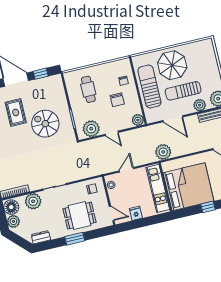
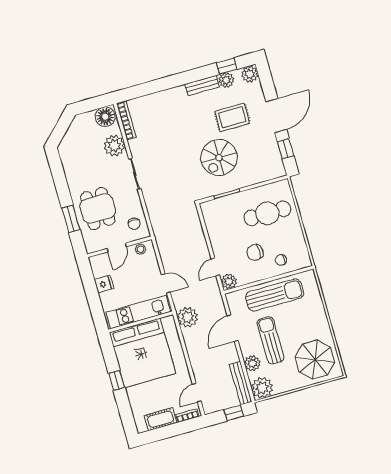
parasol: (172, 65) -> (315, 360), moved
cafe table: (88, 89) -> (267, 213), width x1.37, depth x1.35
spiral stairs: (45, 124) -> (219, 158), turned 180
plant: (91, 129) -> (215, 219), removed
door: (112, 133) -> (215, 267), moved
door: (126, 170) -> (166, 283), moved
door: (112, 213) -> (117, 248), moved
plant: (13, 221) -> (86, 120), removed
dresser: (41, 237) -> (67, 158), removed
window: (75, 239) -> (71, 219), moved

